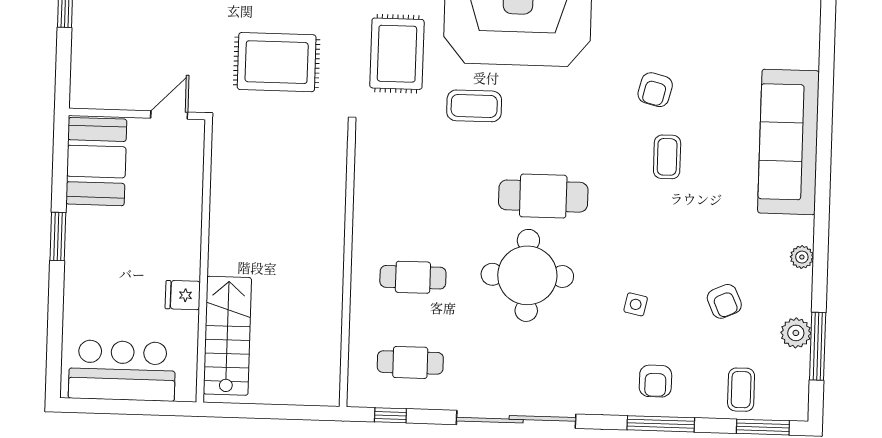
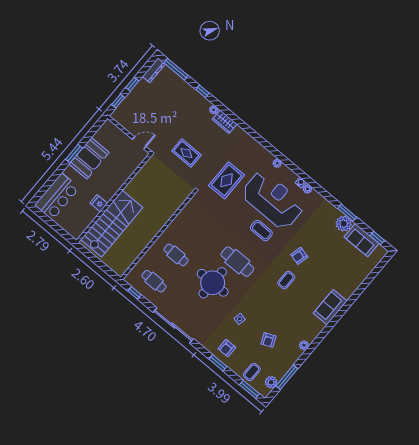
rug: (277, 62) -> (186, 153), width x0.73, depth x0.70
window: (63, 65) -> (118, 101), added
coffee table: (474, 106) -> (261, 231), moved
sofa: (789, 142) -> (330, 307), width x0.54, depth x0.79
booth: (96, 162) -> (89, 158), moved
plant: (796, 333) -> (271, 382), moved
stairs: (227, 336) -> (112, 224), width x1.36, depth x1.51
bar counter: (122, 371) -> (57, 196), moved, turned 90
window: (661, 424) -> (218, 363), width x0.69

